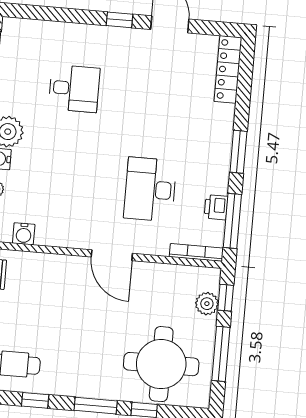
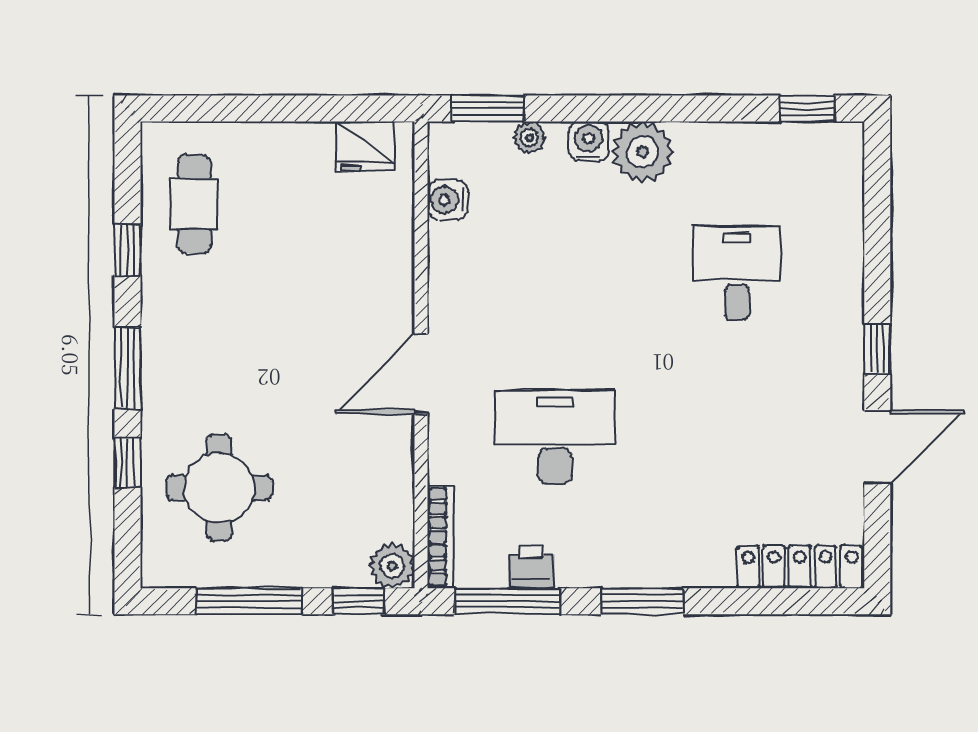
desk: (74, 88) -> (737, 273), turned 180
plant: (207, 304) -> (392, 566), moved
round table: (161, 364) -> (219, 488), width x0.73, depth x0.73

